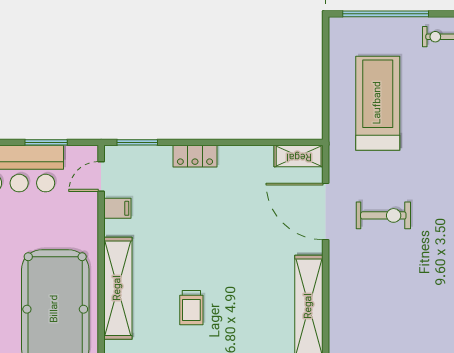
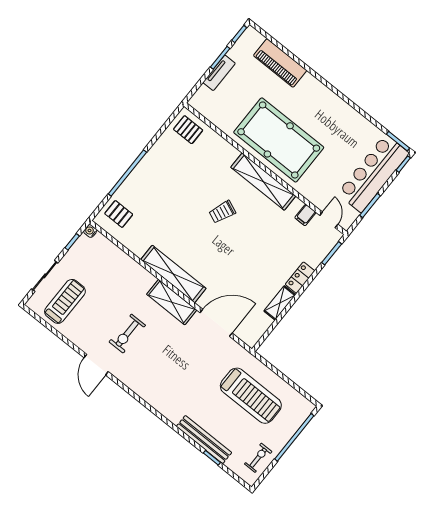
shelving: (299, 156) -> (280, 303), moved
exercise bike: (383, 215) -> (127, 334), moved
shelving: (343, 282) -> (172, 302), added
trolley: (191, 308) -> (222, 212), turned -67

